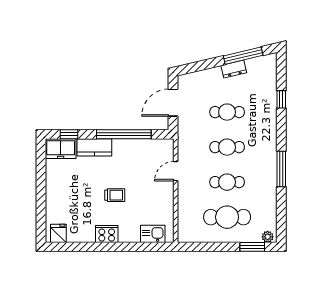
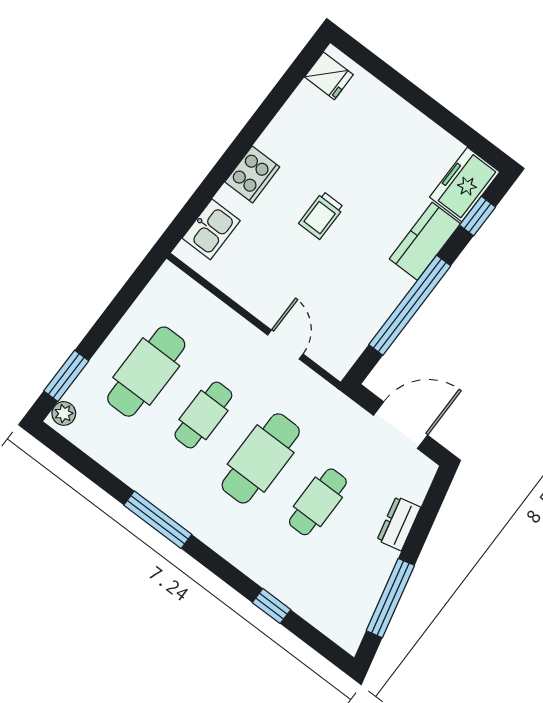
dresser: (234, 69) -> (399, 524), moved
door: (173, 103) -> (400, 425), hinge flipped
cafe table: (227, 147) -> (261, 458), width x1.37, depth x1.35
cooker: (107, 234) -> (252, 174), moved

